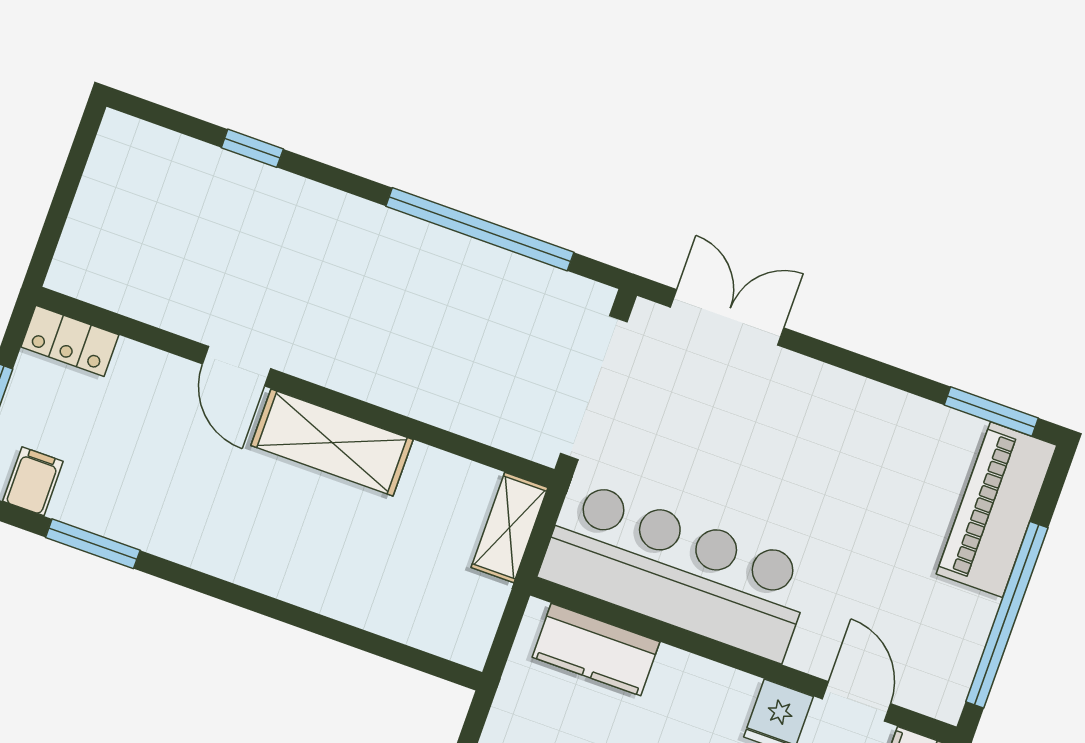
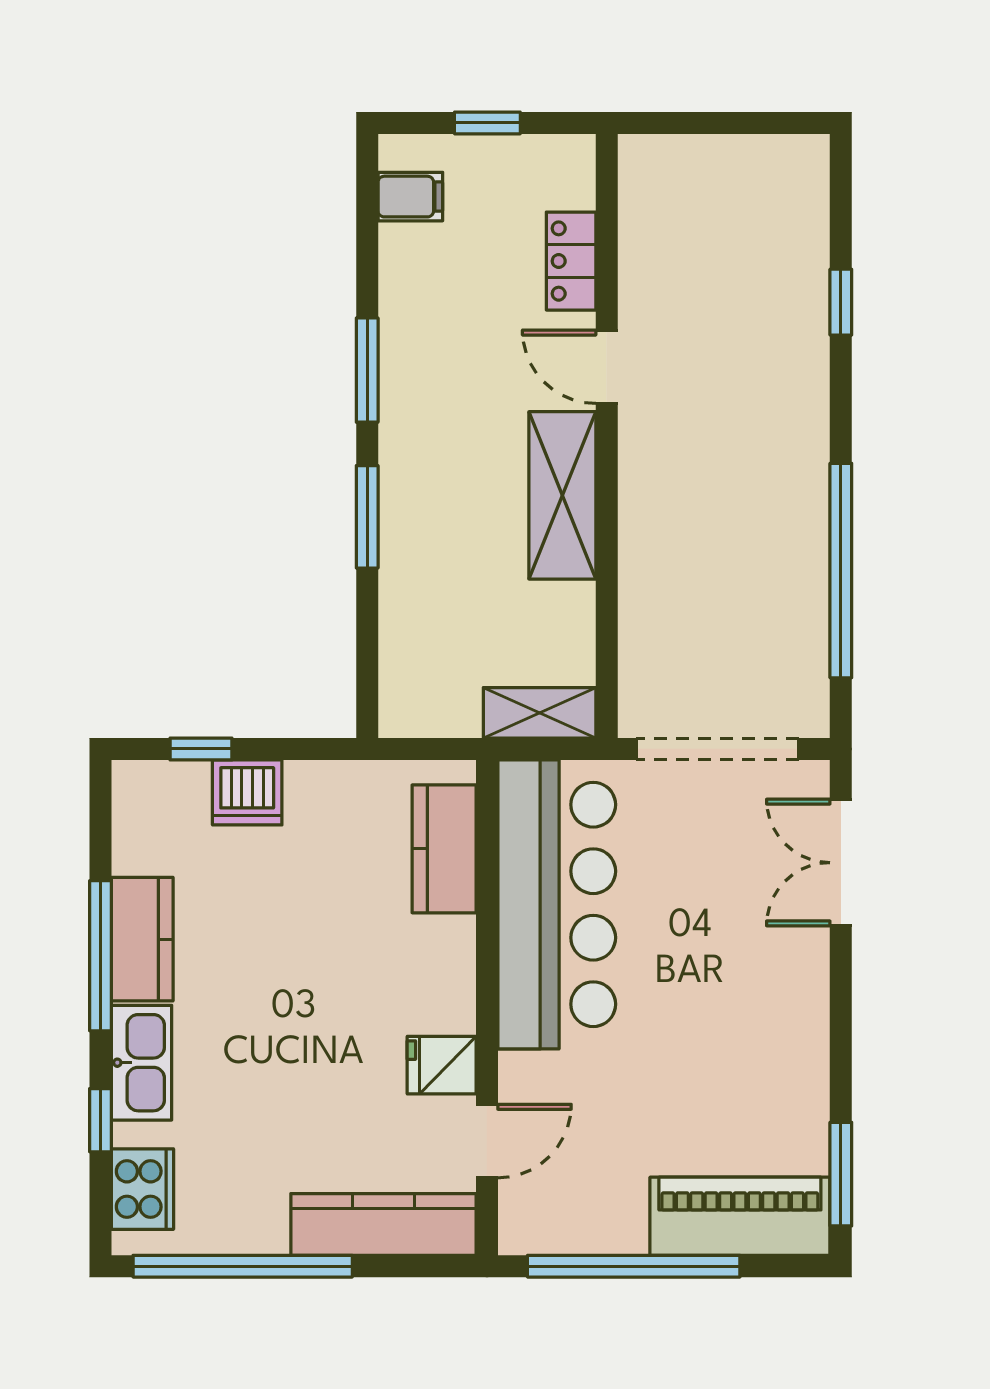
double door: (727, 317) -> (841, 863), swing flipped
locker: (70, 341) -> (571, 261), moved
door: (236, 366) -> (607, 367), hinge flipped
window: (93, 544) -> (367, 370), moved
window: (291, 614) -> (367, 517), added

